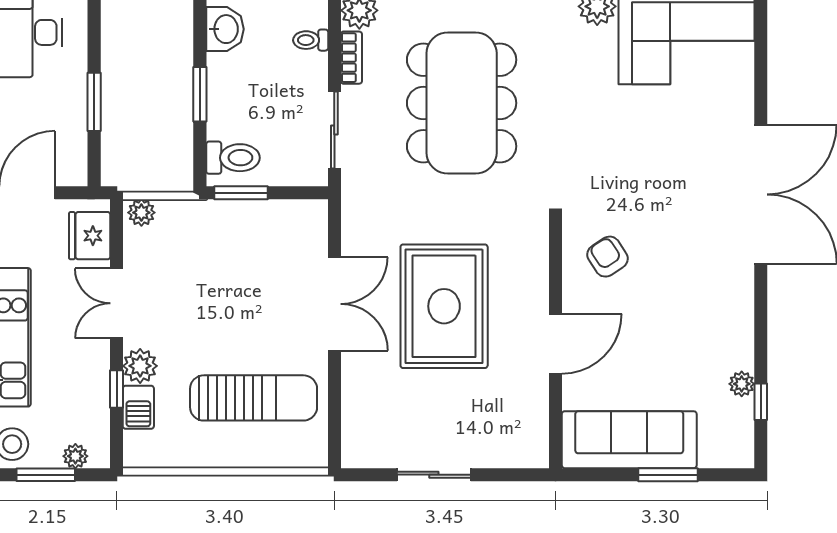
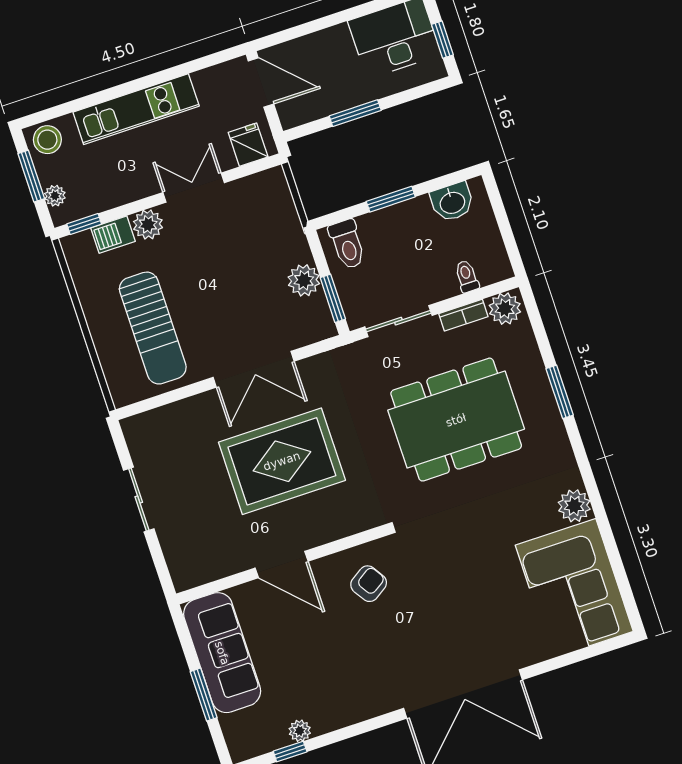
window: (241, 193) -> (333, 298), moved
plant: (141, 213) -> (304, 280), moved, width x1.38, depth x1.38
fridge: (90, 236) -> (248, 145), width x0.72
window: (117, 389) -> (84, 224), moved

